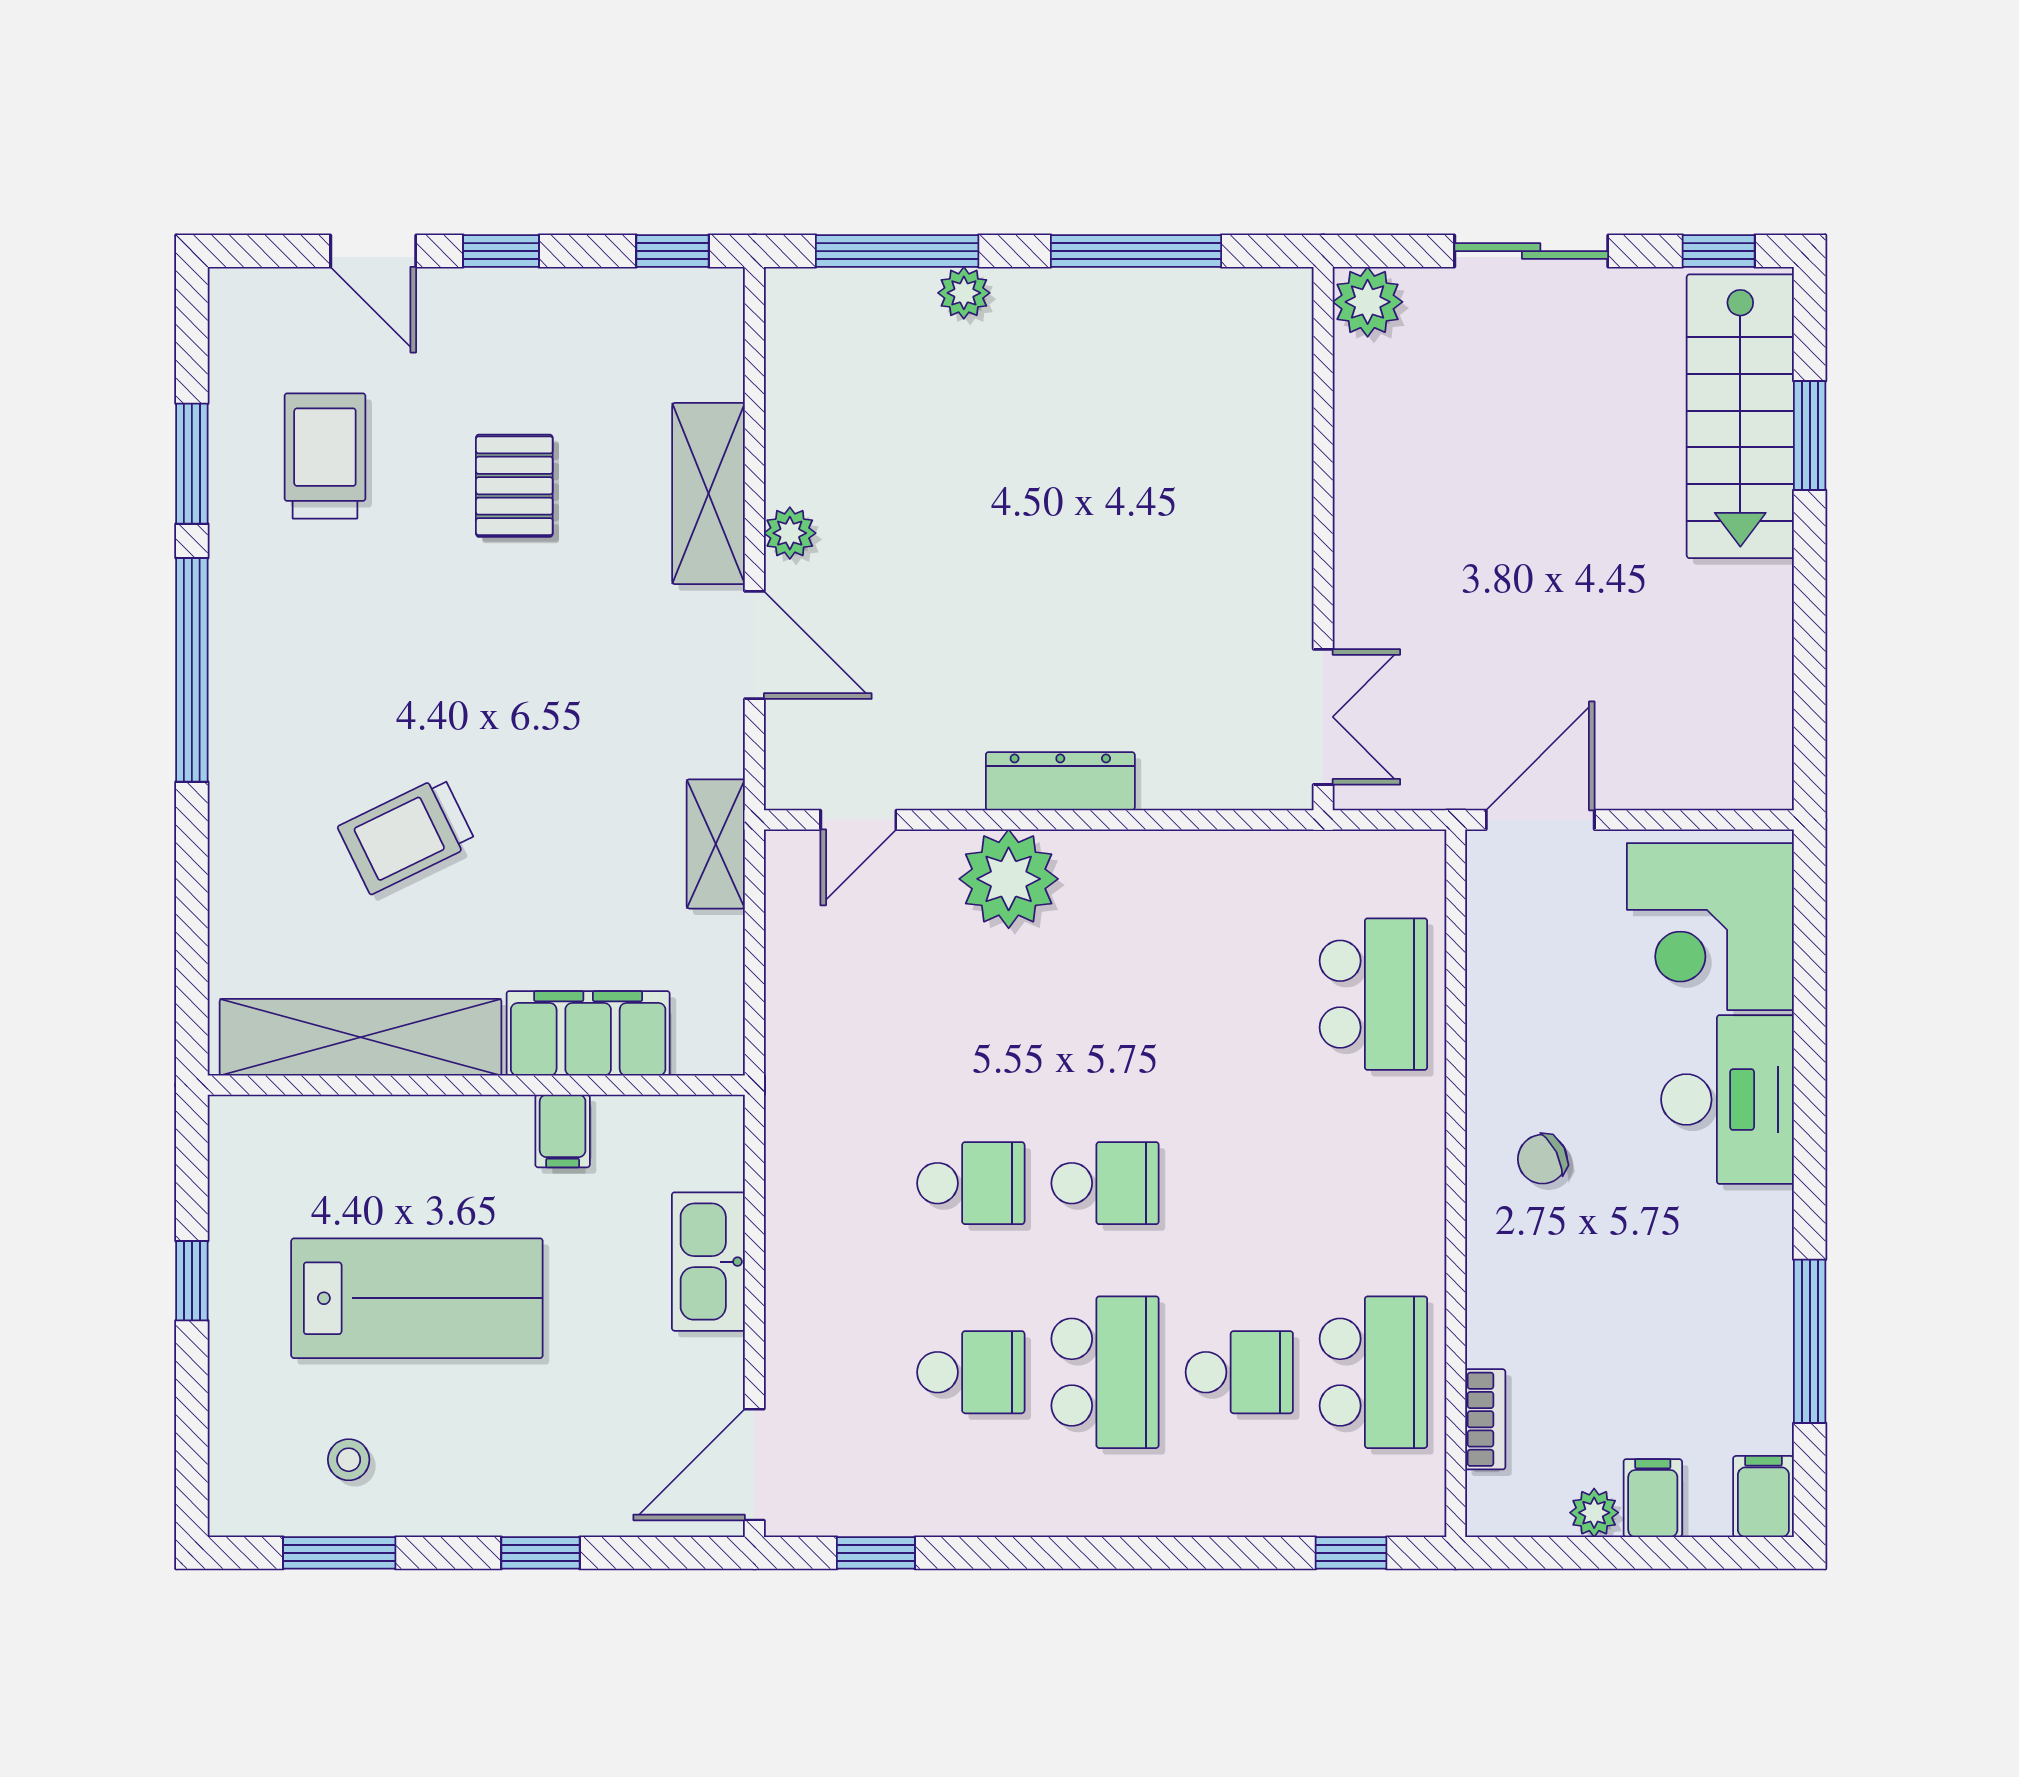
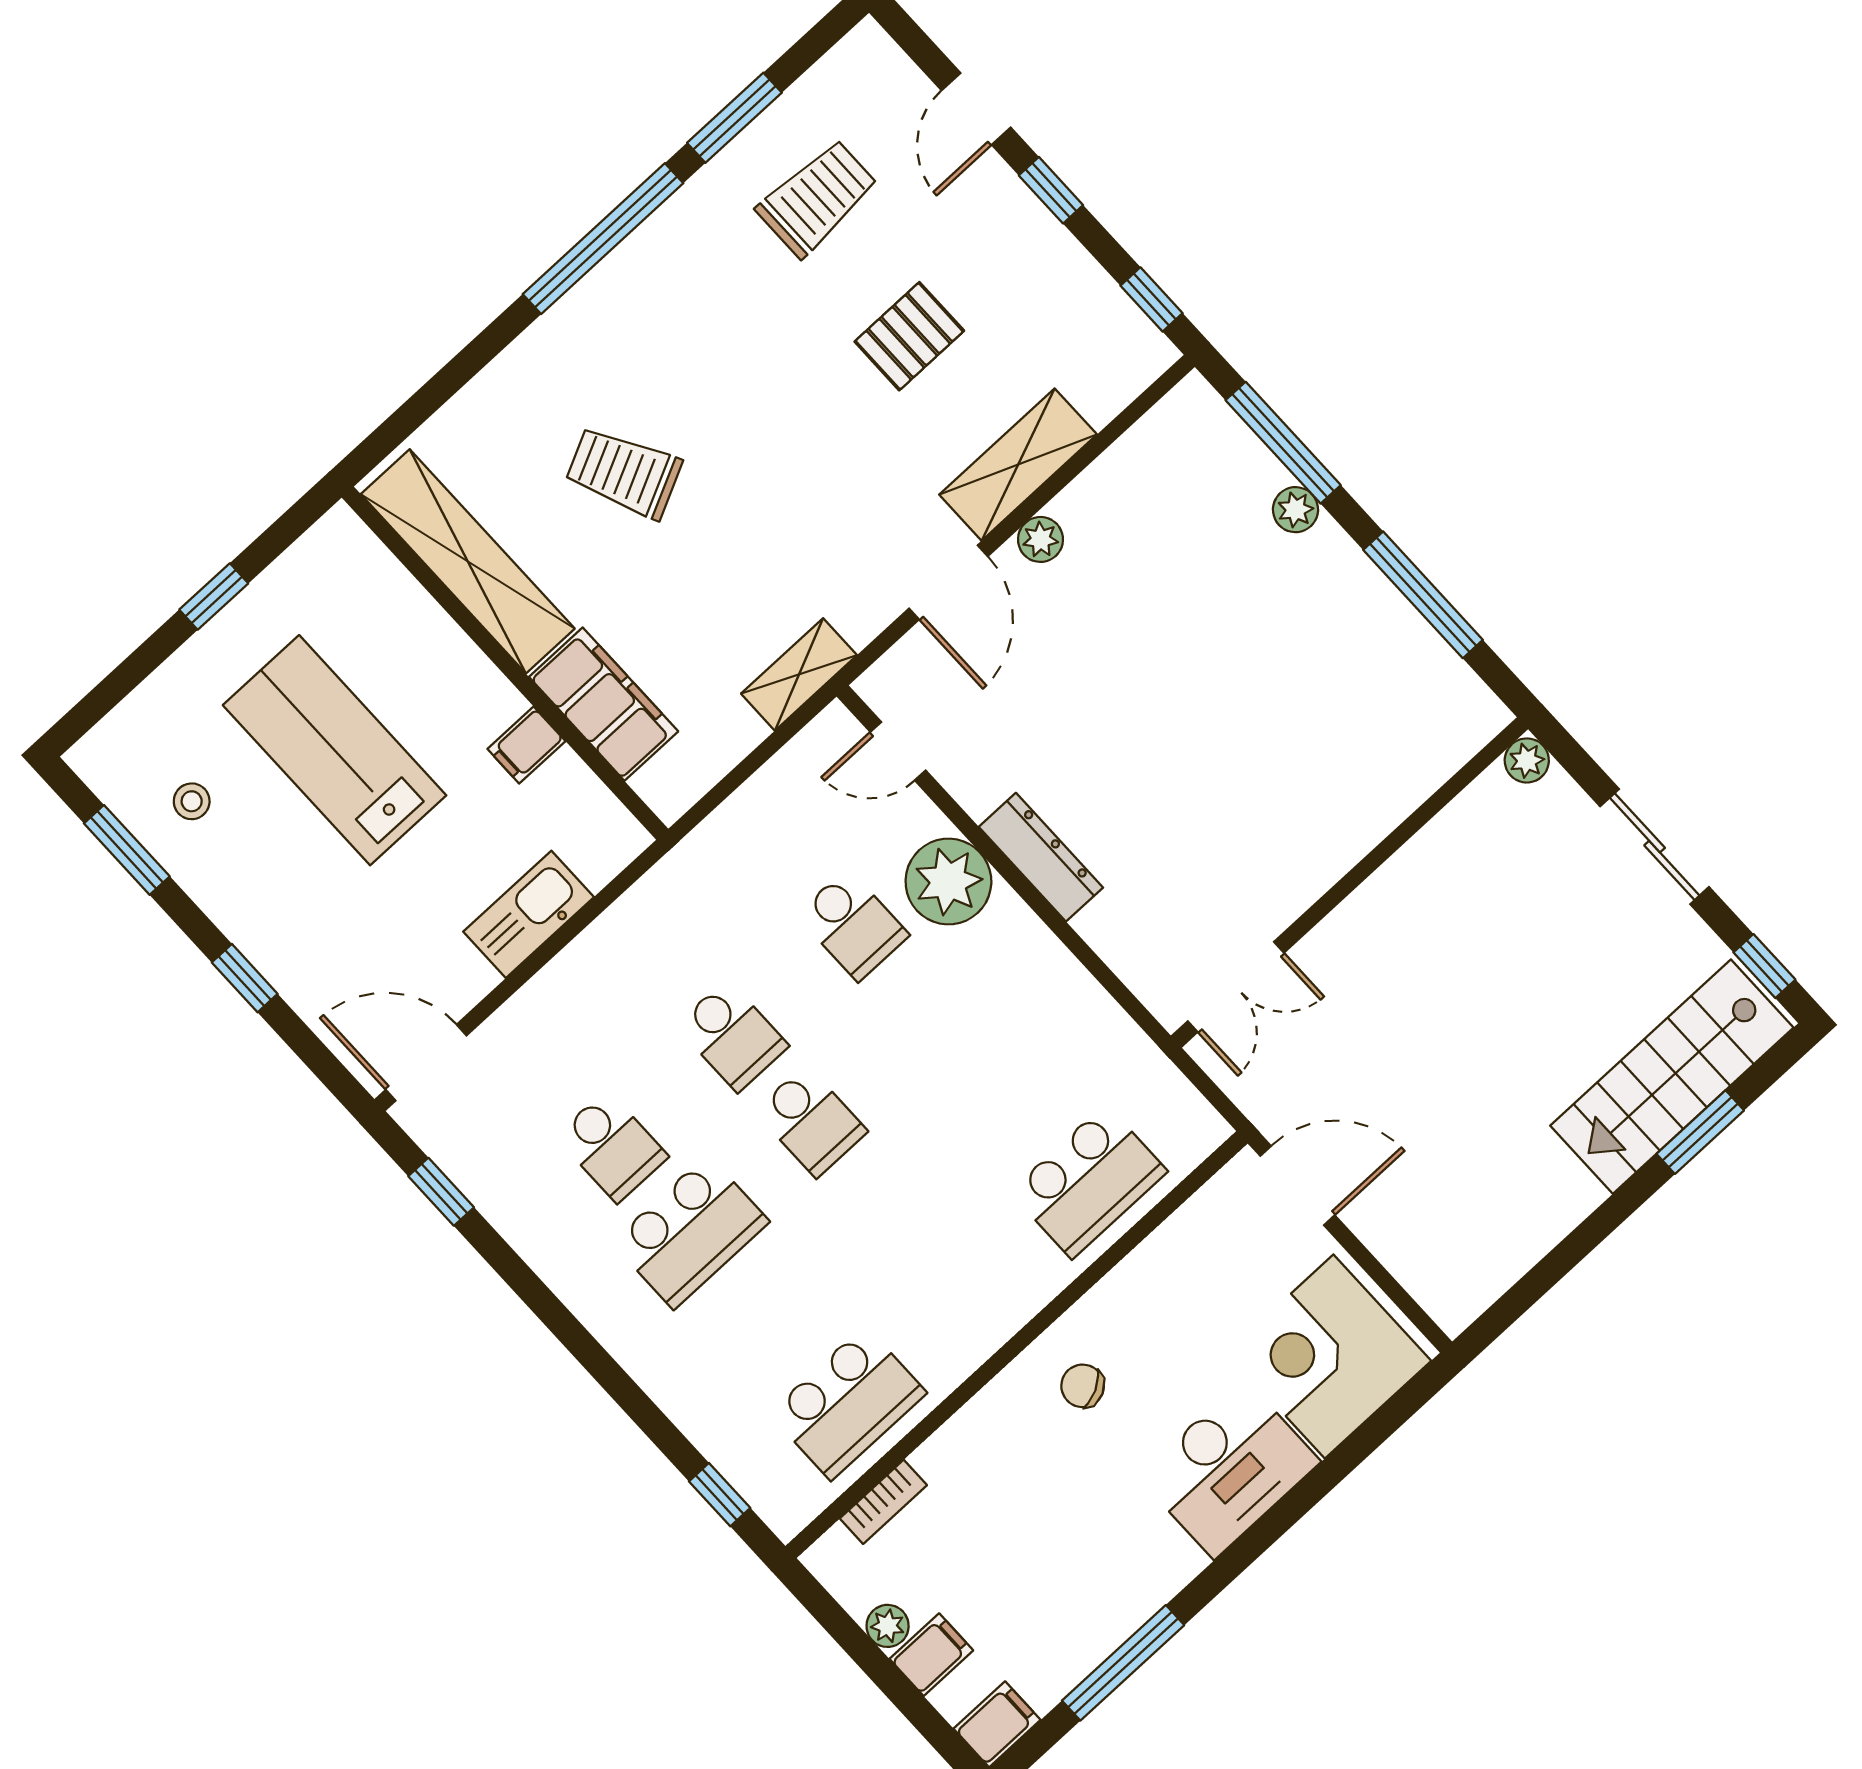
plant: (1368, 302) -> (1527, 760), width x0.73, depth x0.73
lab bench: (417, 1298) -> (335, 750), turned 180
school desk: (1239, 1372) -> (853, 925), moved

